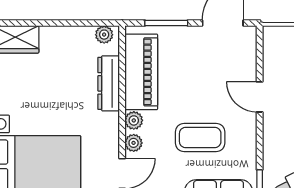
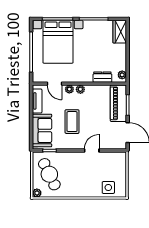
piano: (141, 72) -> (118, 103), moved, turned 90
dresser: (109, 83) -> (102, 77), width x0.70

